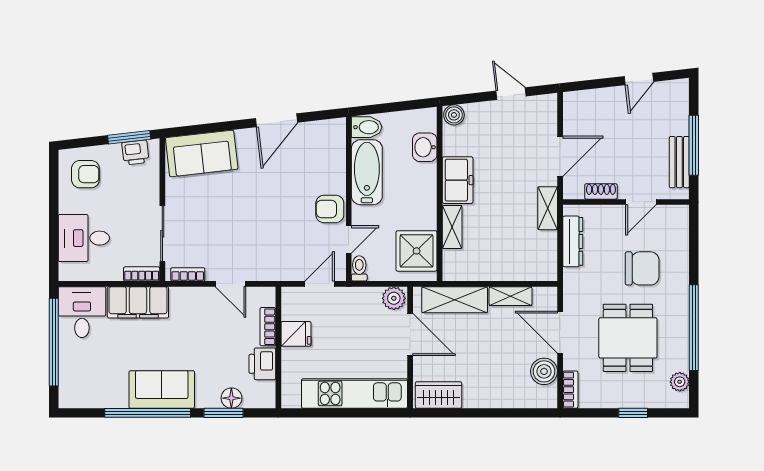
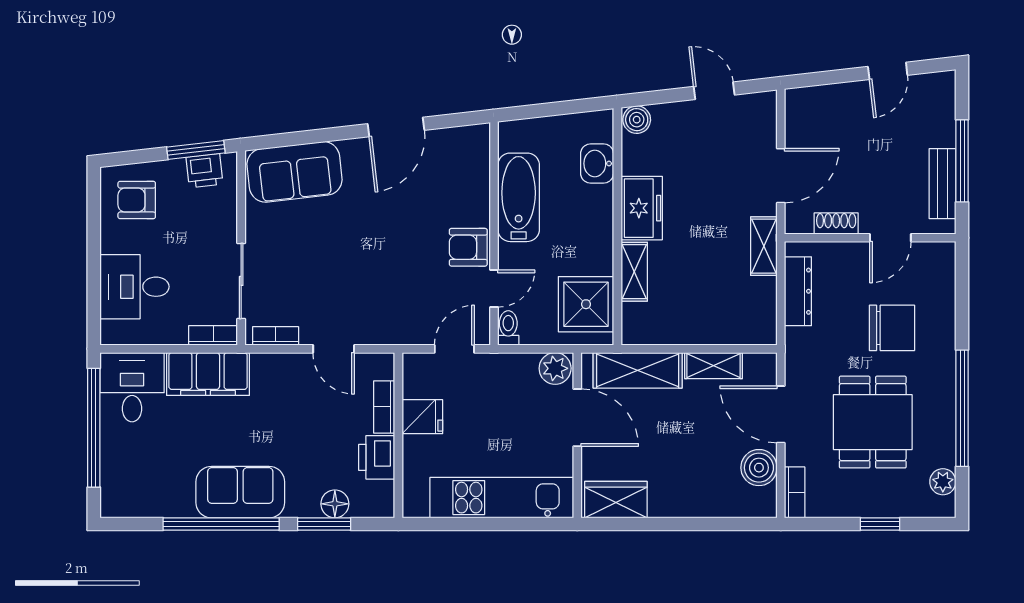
bidet: (367, 127) -> (518, 136), removed
armchair: (85, 174) -> (137, 200), turned 180

